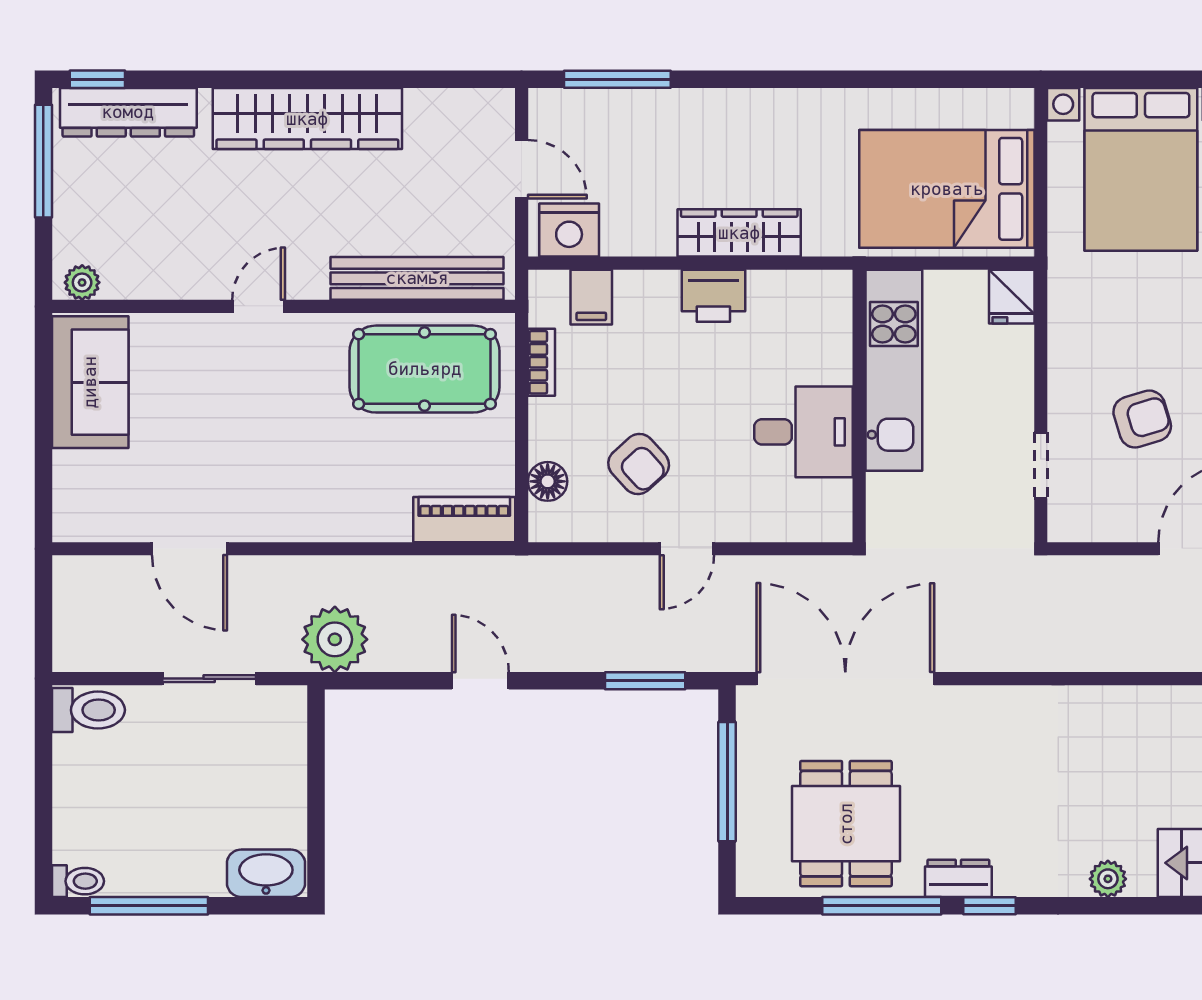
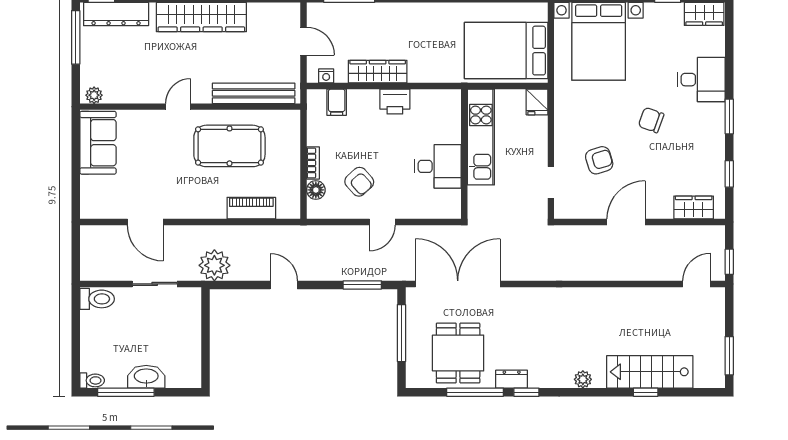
nightstand: (569, 230) -> (326, 76), width x0.53, depth x0.56
wardrobe: (739, 233) -> (378, 72), moved
bookcase: (542, 362) -> (313, 163), moved
pool table: (425, 369) -> (229, 146), moved
piano: (464, 520) -> (251, 208), moved
washbasin: (266, 873) -> (146, 377), moved

